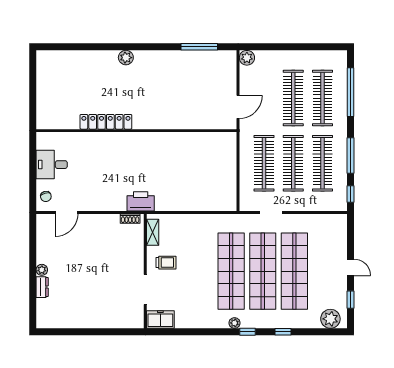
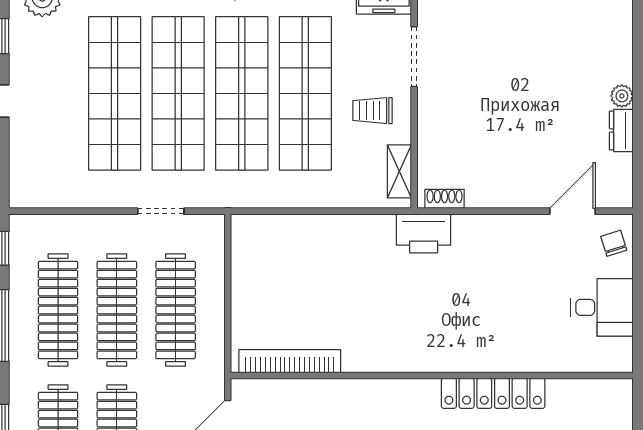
bookcase: (207, 138) -> (290, 361), added
shop shelf: (199, 271) -> (305, 93), added
dresser: (42, 287) -> (621, 130), moved

